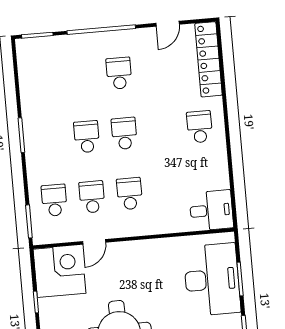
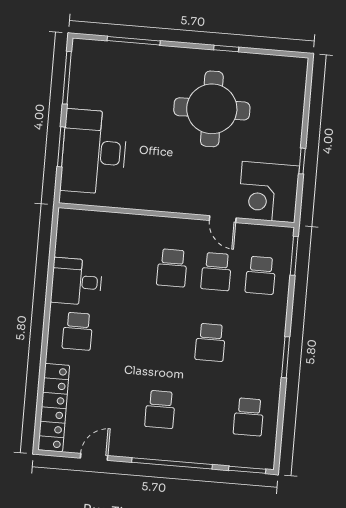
school desk: (124, 133) -> (249, 417), moved
desk: (211, 210) -> (77, 282), moved
door: (94, 242) -> (223, 219), swing flipped

